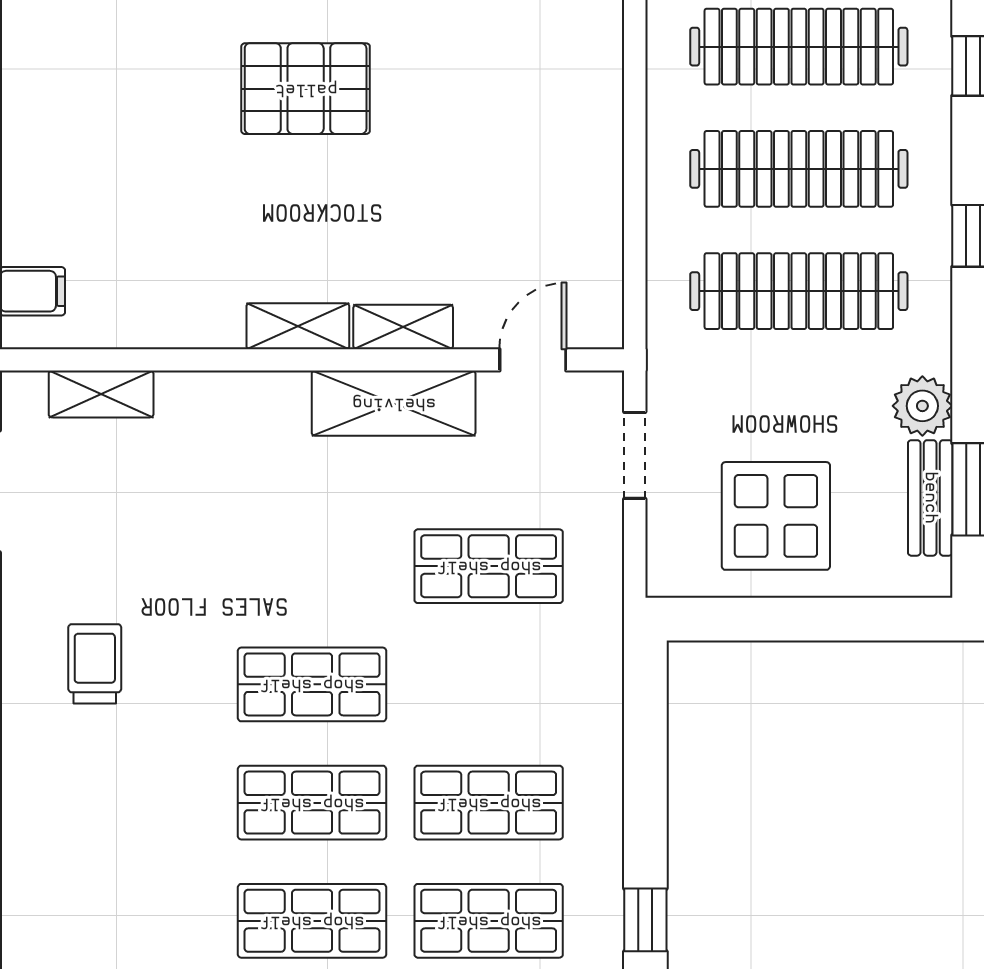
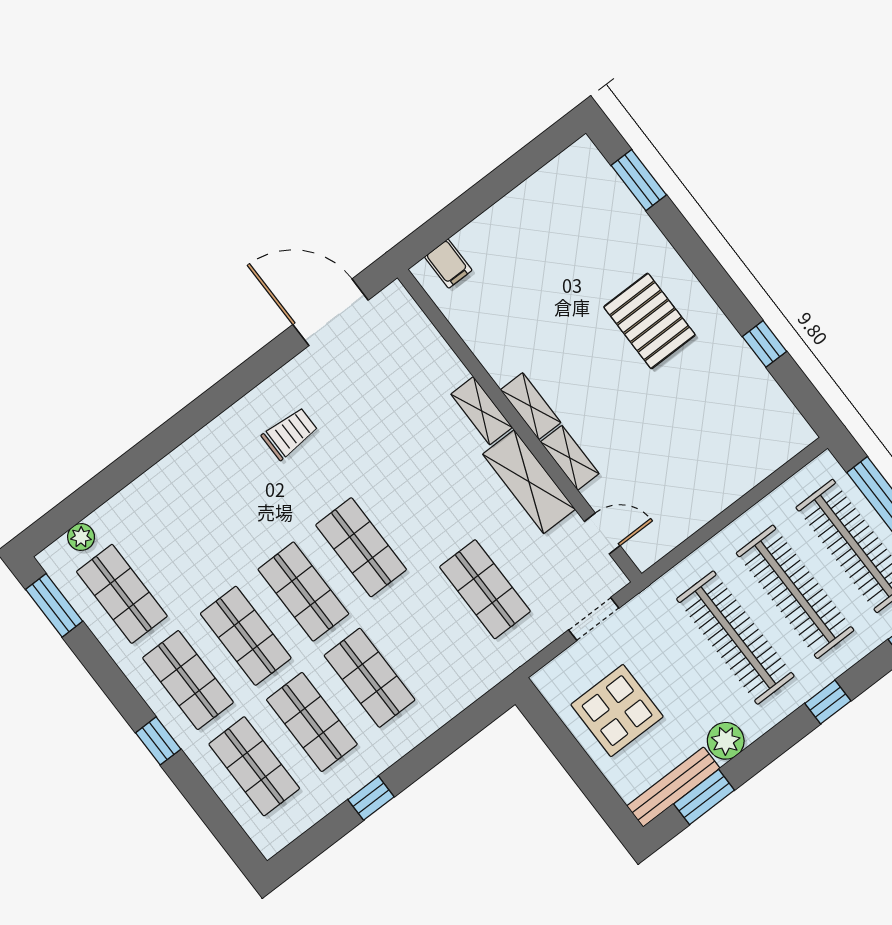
shelving: (101, 394) -> (482, 411), moved
bench: (930, 498) -> (673, 787), width x1.36

